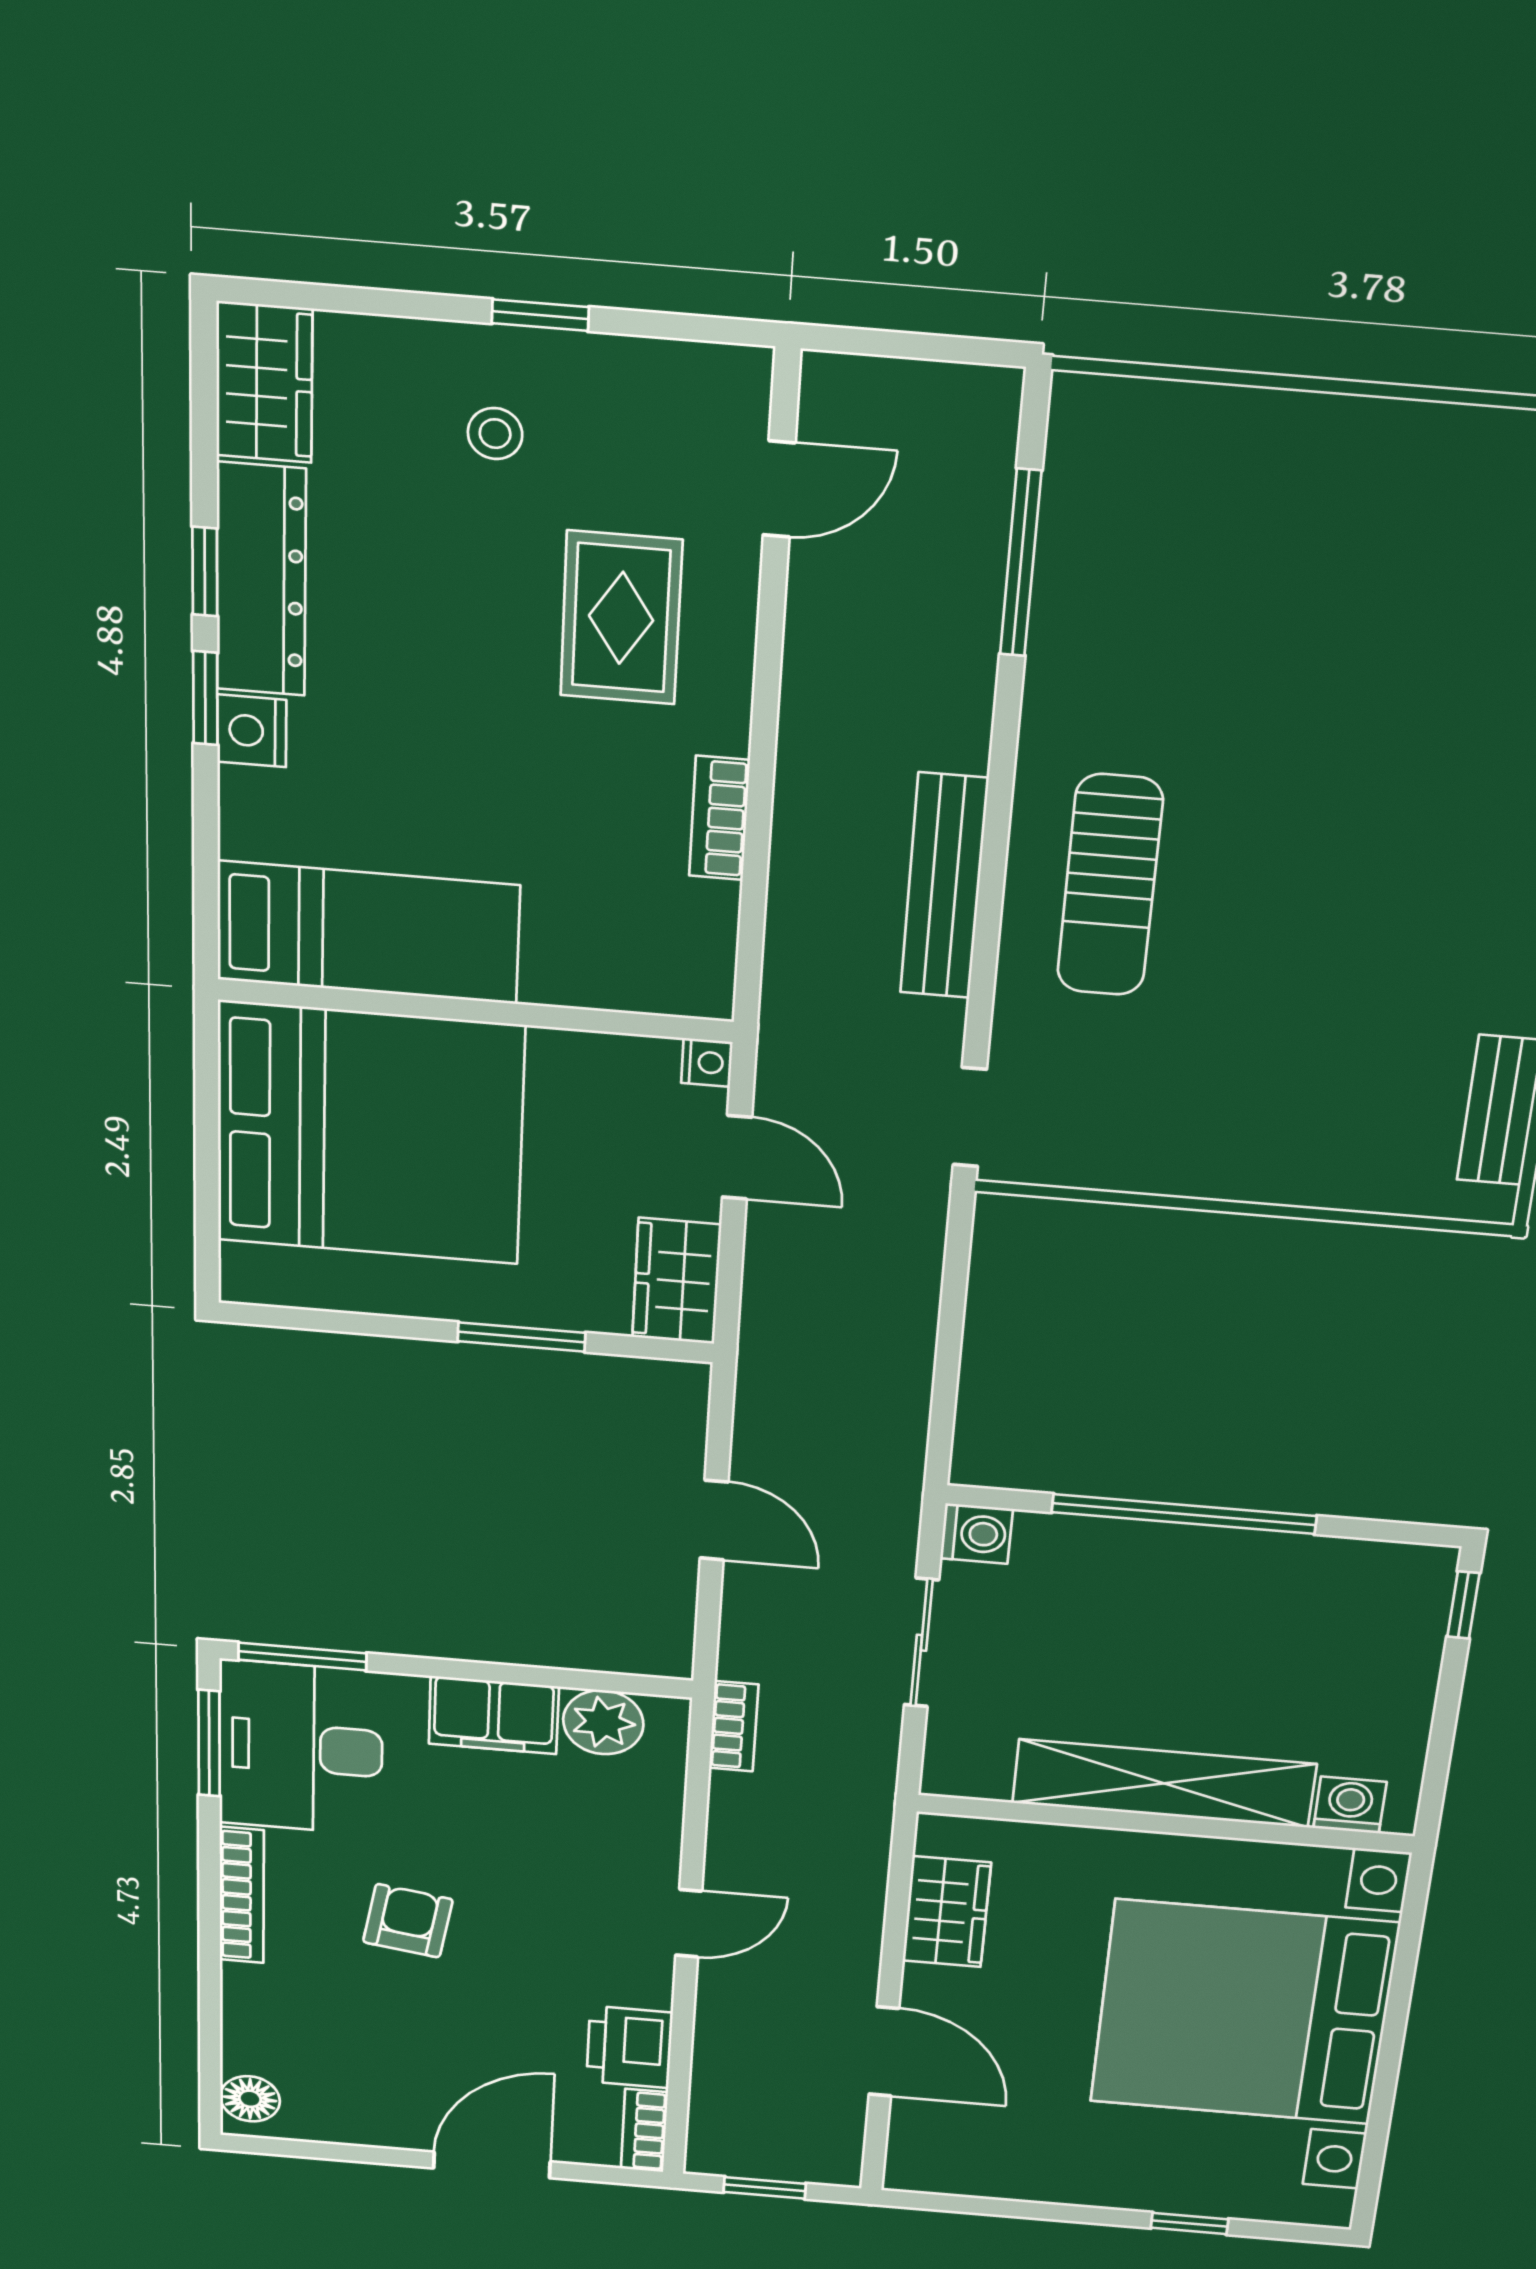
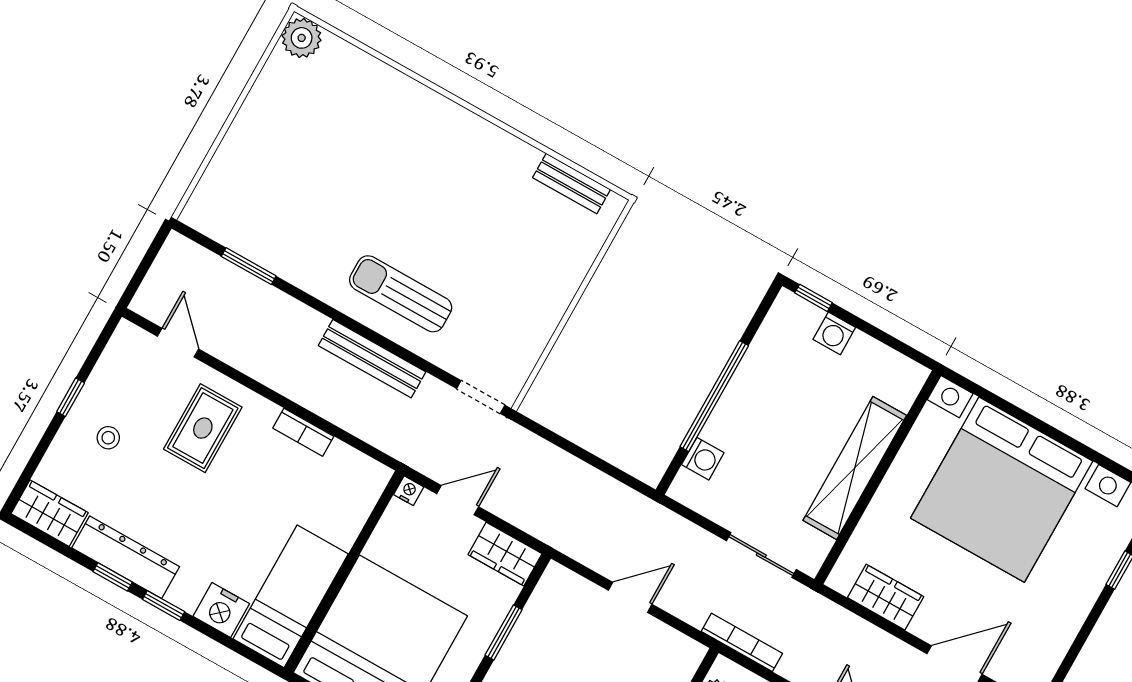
window: (1021, 563) -> (249, 266), width x0.69
rug: (621, 618) -> (203, 428), turned 90
nightstand: (252, 731) -> (221, 610), moved, width x1.36, depth x1.33
sun lounger: (1110, 885) -> (401, 294), turned 180
washing machine: (977, 1534) -> (703, 459), moved, turned 90
sliding door: (922, 1643) -> (761, 555), moved
bookcase: (734, 1726) -> (742, 642), width x1.56
washing machine: (1350, 1805) -> (834, 333), moved, turned -90

